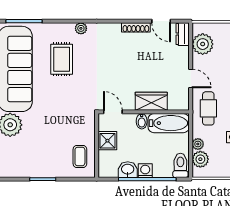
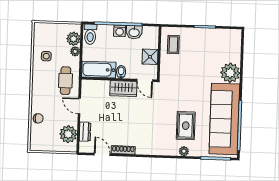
plant: (81, 28) -> (184, 151), moved
dresser: (183, 34) -> (85, 132), moved
wardrobe: (151, 101) -> (123, 89), moved

